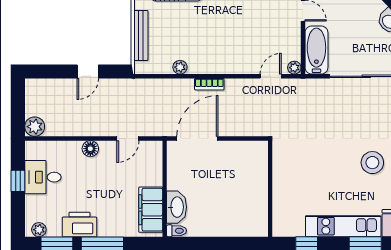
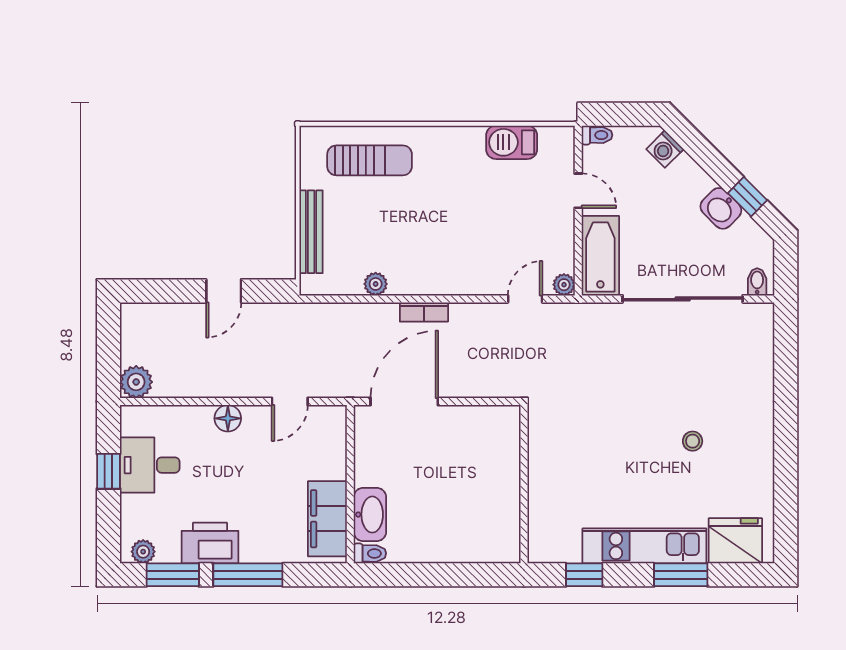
stool: (372, 163) -> (693, 441), width x0.53, depth x0.53

